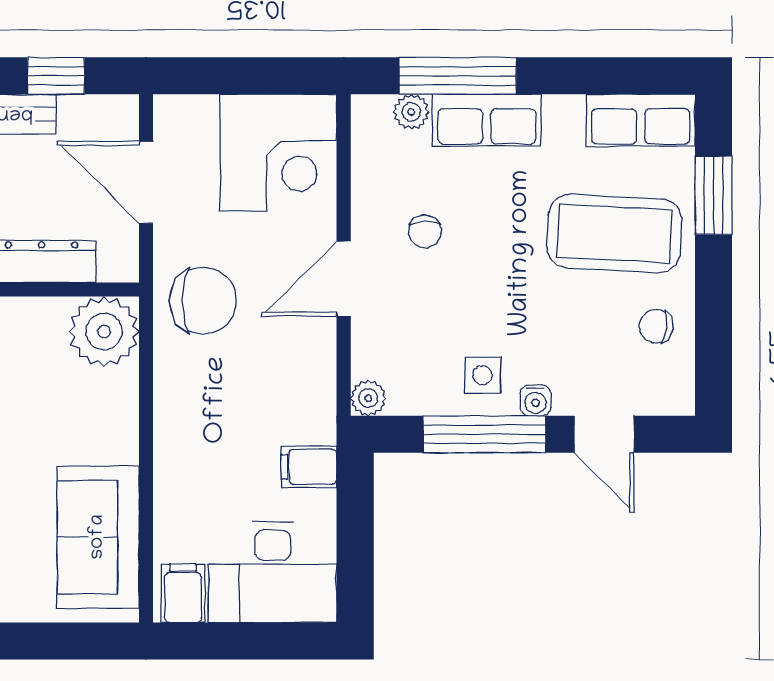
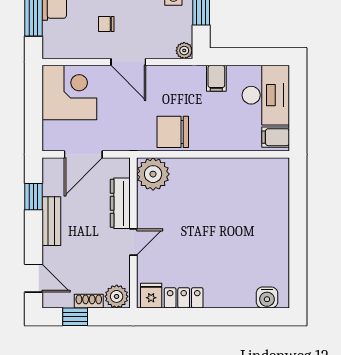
plant: (411, 112) -> (50, 30), removed
chair: (425, 231) -> (106, 24), turned 180
chair: (203, 301) -> (173, 132), moved, turned -90
sofa: (98, 537) -> (249, 177), removed

